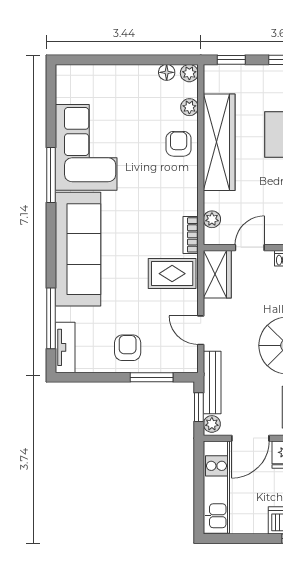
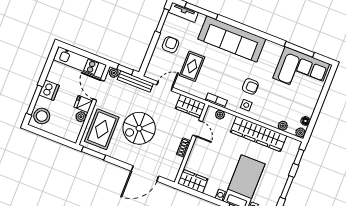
armchair: (179, 144) -> (250, 86), moved
corner sofa: (86, 147) -> (301, 71), moved
window: (51, 175) -> (299, 49), moved
side table: (179, 182) -> (246, 105), added
rug: (172, 274) -> (192, 66), moved
armchair: (128, 348) -> (171, 45), turned -90
window: (152, 377) -> (162, 21), moved

